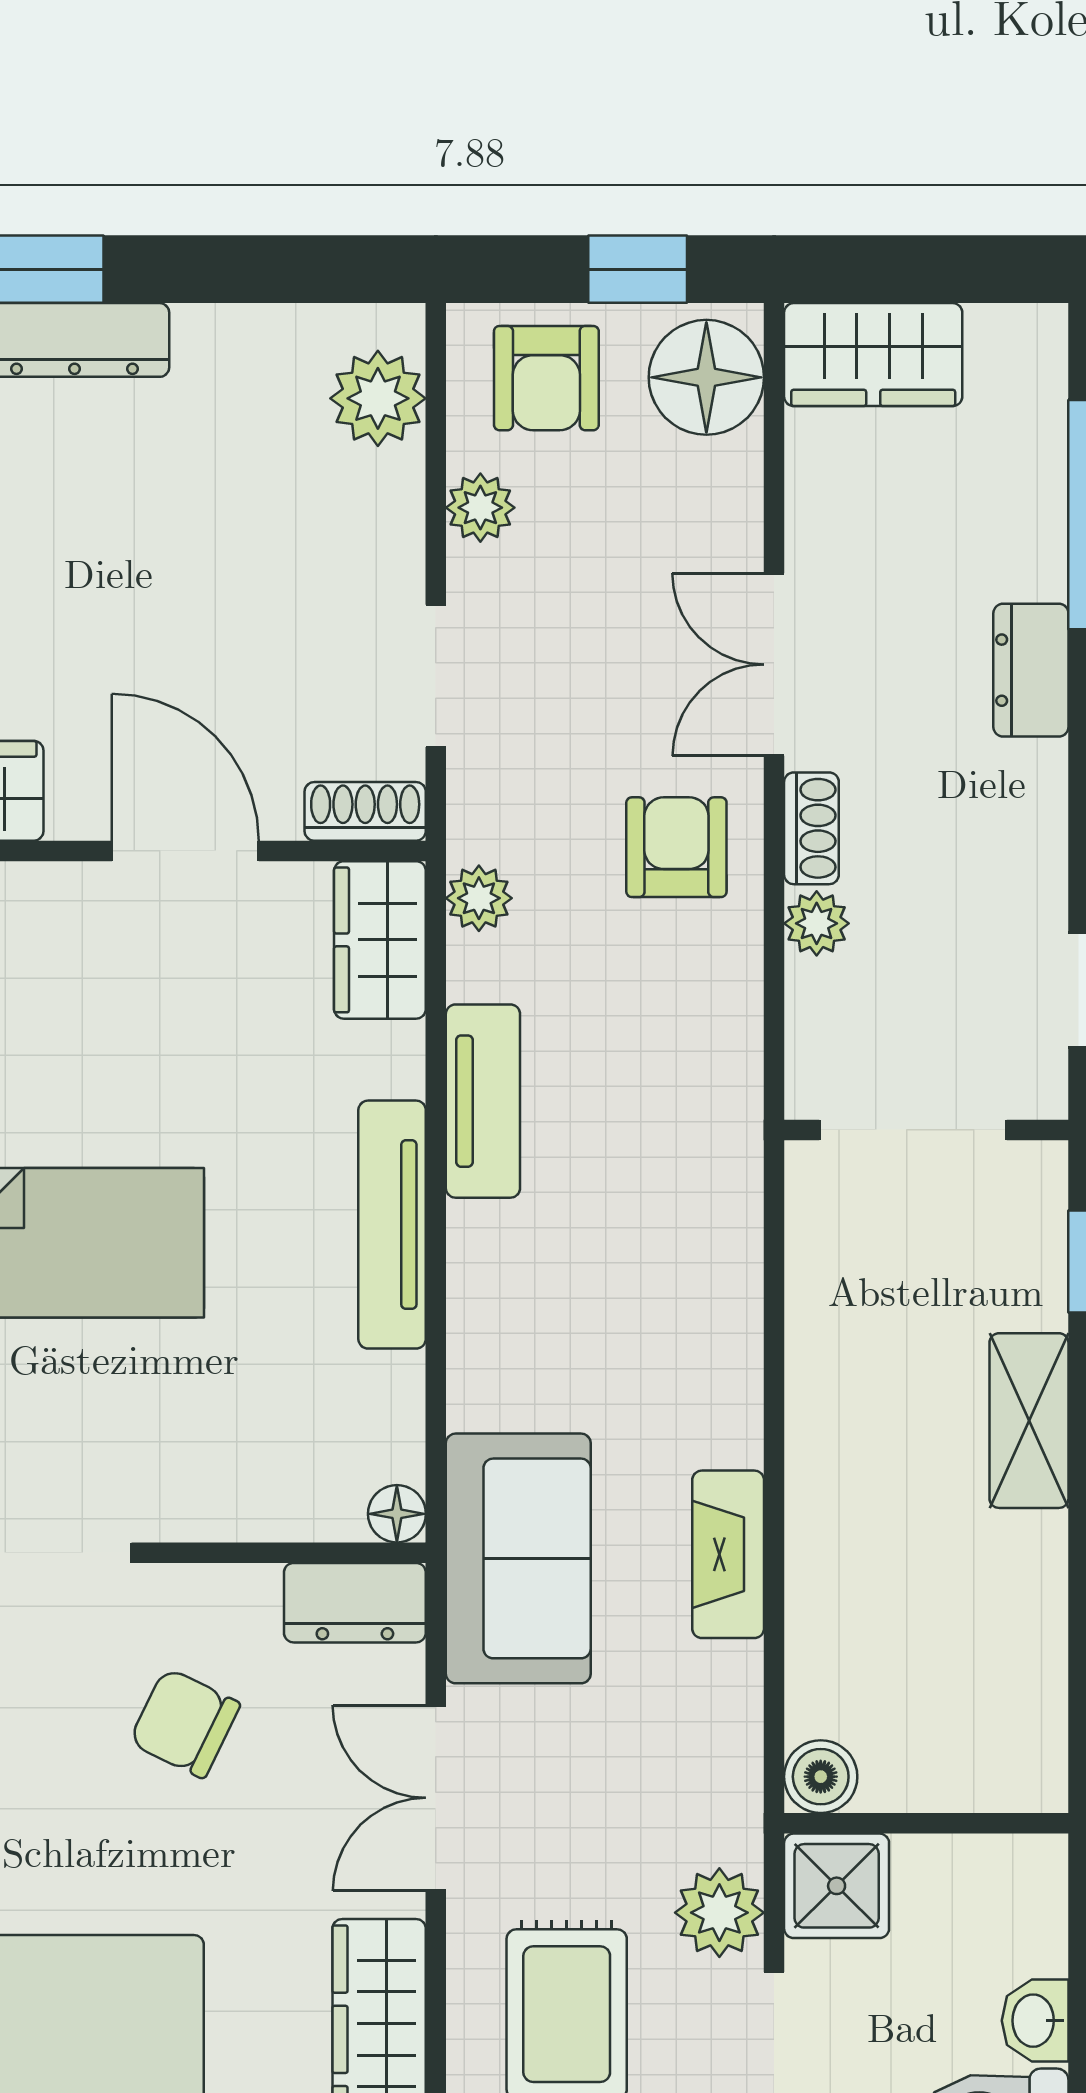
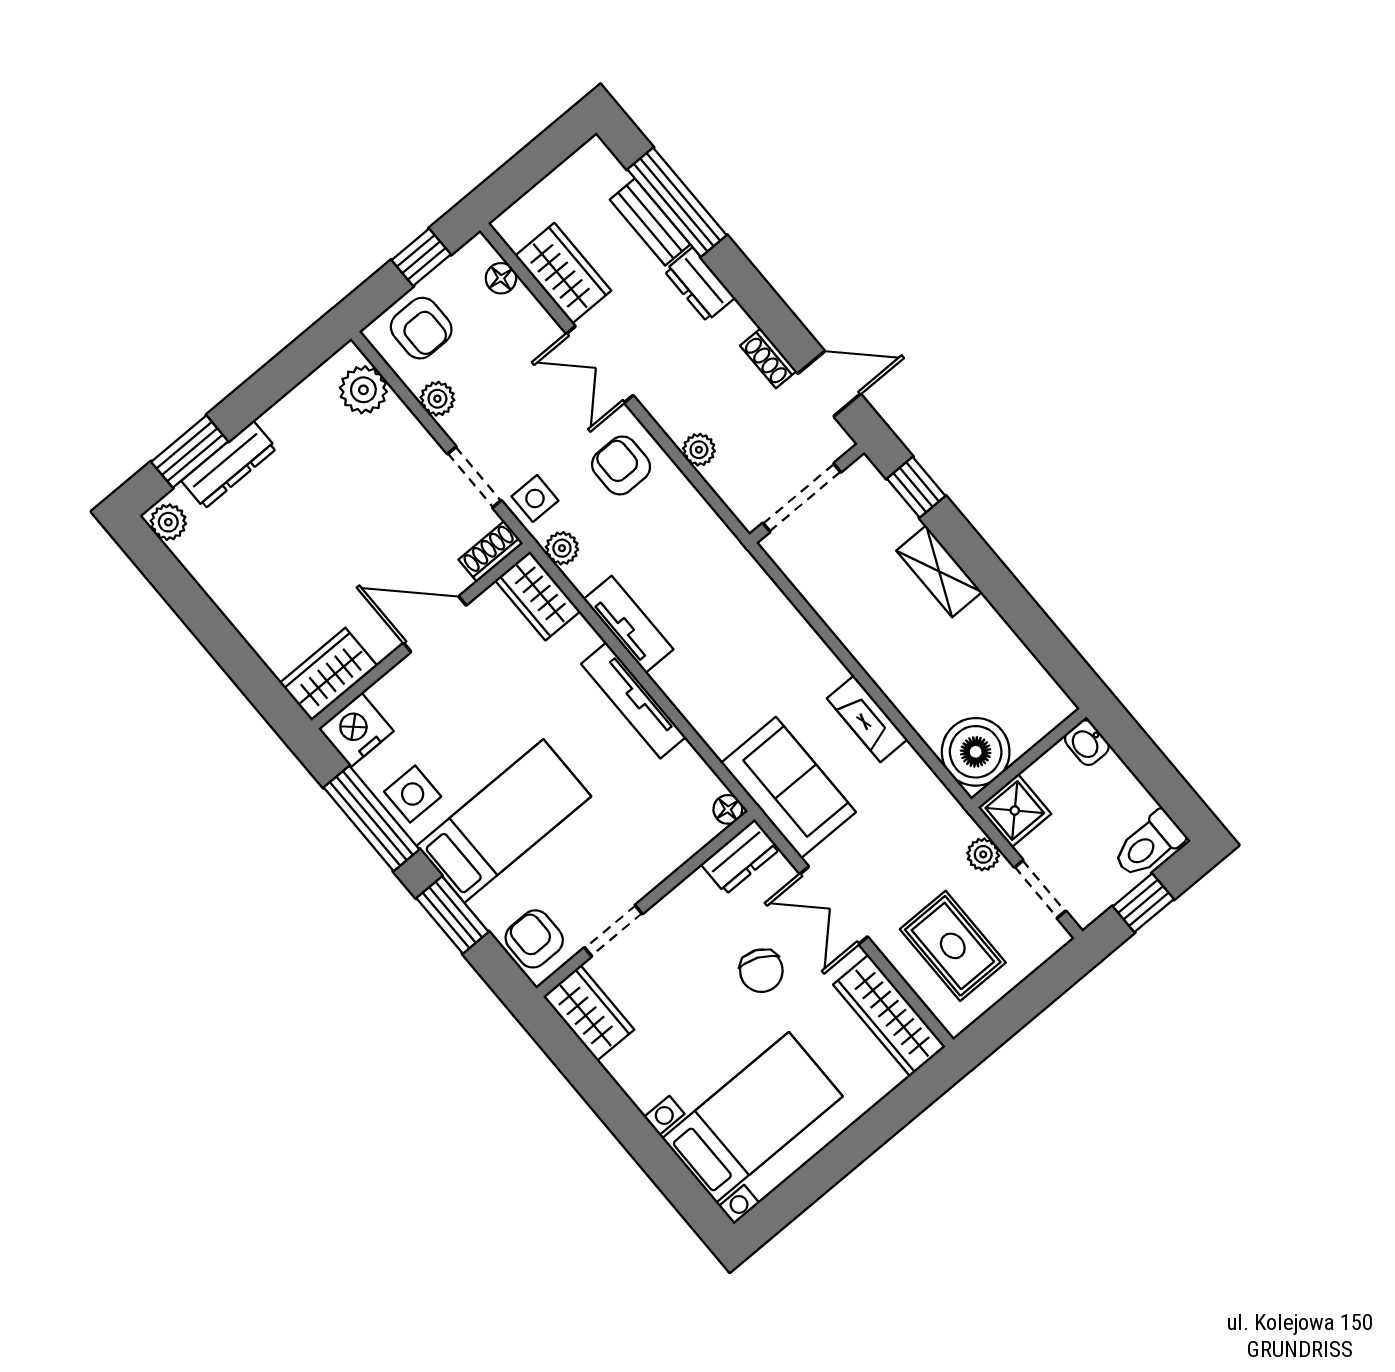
wardrobe: (873, 355) -> (563, 273), moved, turned -90
floor lamp: (706, 377) -> (501, 278), width x0.53, depth x0.53
bench: (1035, 510) -> (650, 222), added
side table: (501, 787) -> (535, 498), added
shoe rack: (811, 828) -> (768, 358), moved, turned 180
chair: (185, 1723) -> (761, 971), moved, turned -92
boiler: (821, 1777) -> (976, 752), width x1.86, depth x1.86
plant: (719, 1913) -> (983, 854), width x0.73, depth x0.73
washbasin: (1035, 2021) -> (1087, 743), moved

